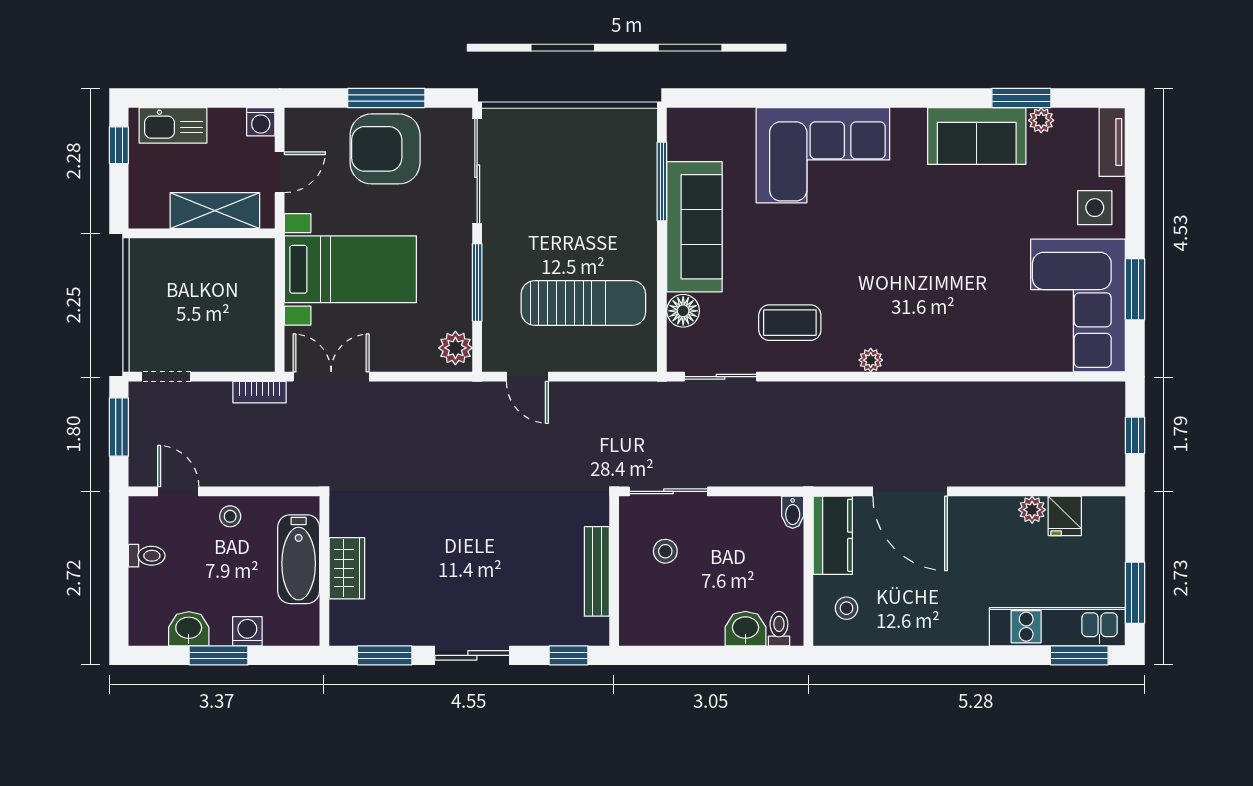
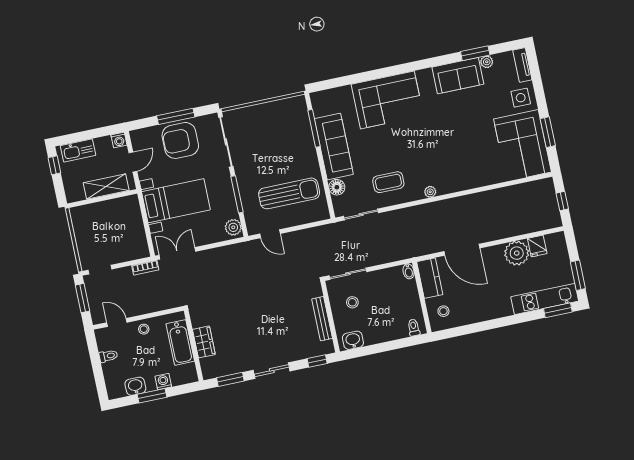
plant: (1032, 510) -> (517, 253), width x1.87, depth x1.87
washbasin: (745, 629) -> (353, 340), moved

